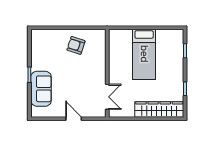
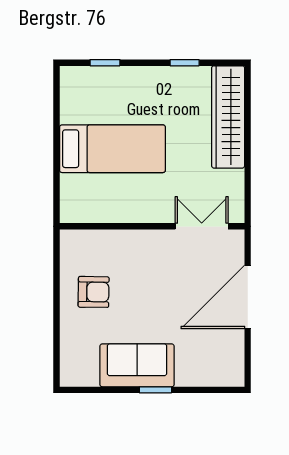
armchair: (76, 45) -> (94, 292), turned -107
sofa: (41, 89) -> (137, 365), moved
door: (74, 119) -> (248, 297), width x1.88

